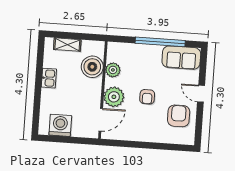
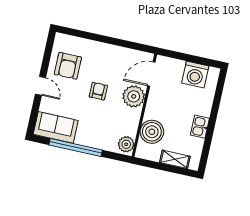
plant: (113, 70) -> (126, 144), moved

